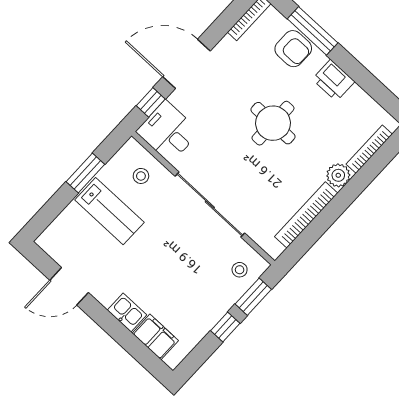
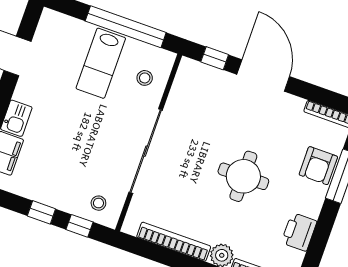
printer: (333, 80) -> (299, 232), moved
desk: (168, 132) -> (195, 85), removed
window: (85, 173) -> (126, 27), width x2.11
window: (253, 297) -> (79, 226), width x0.67

